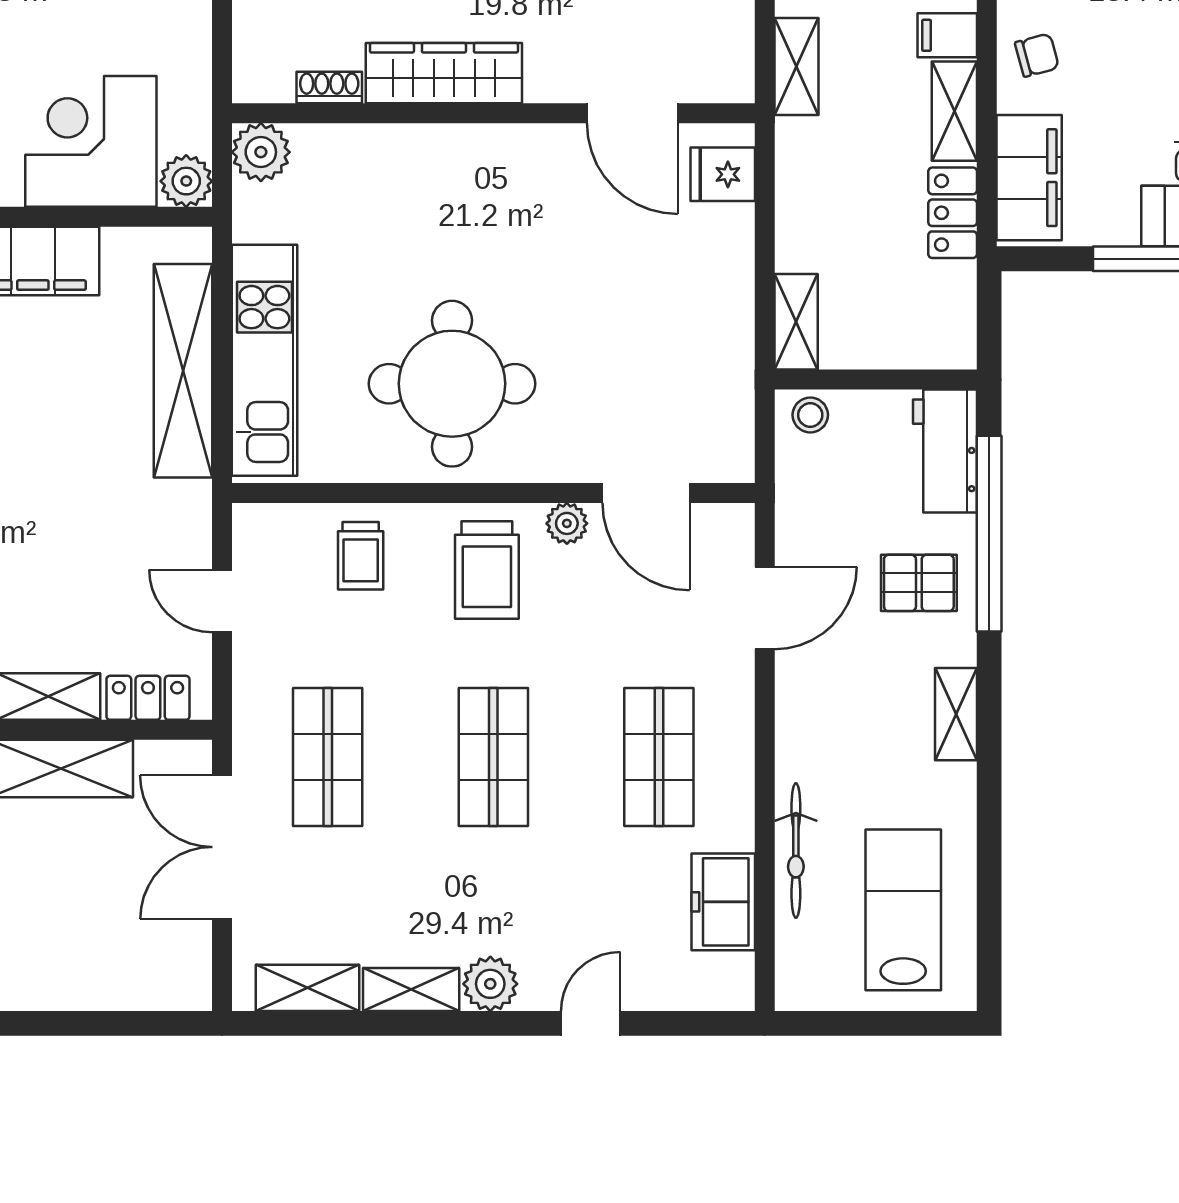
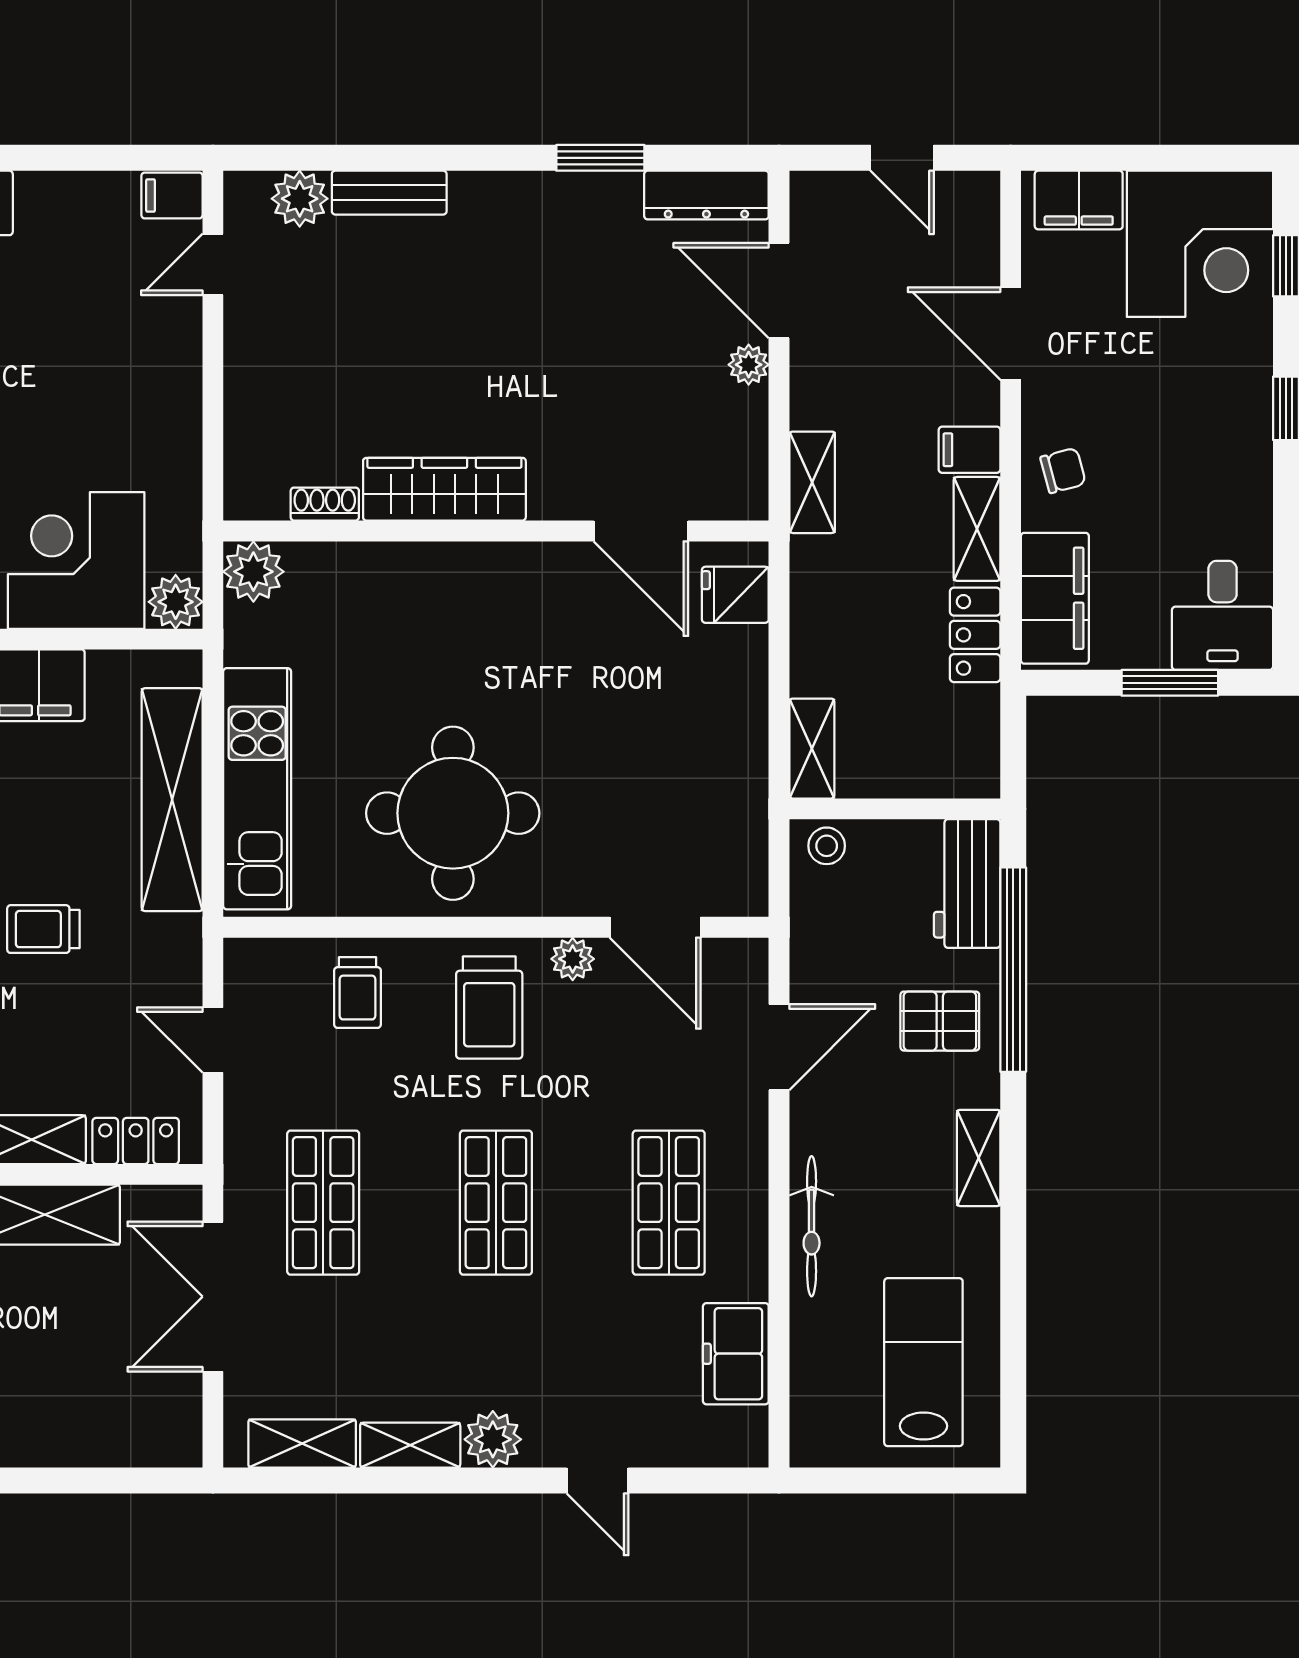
trolley: (60, 495) -> (43, 929), added
bicycle: (796, 850) -> (812, 1226), moved
door: (591, 1023) -> (597, 1481), swing flipped

